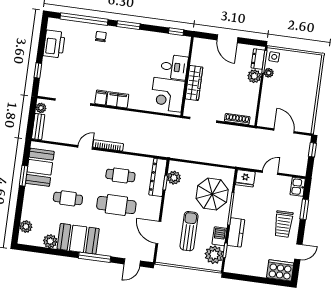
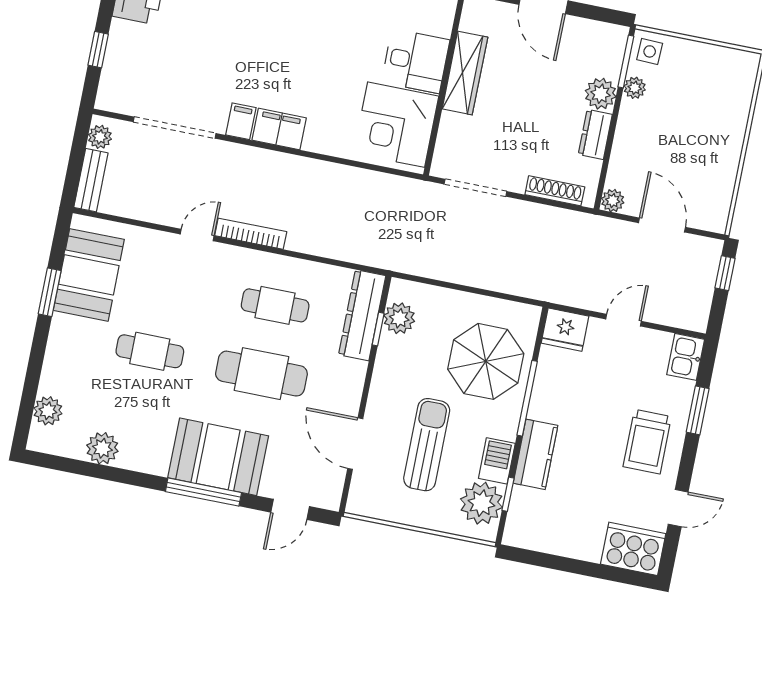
dresser: (258, 59) -> (595, 134), moved
wardrobe: (194, 83) -> (465, 73), moved
plant: (262, 122) -> (613, 201), added
booth: (78, 239) -> (218, 457), moved

